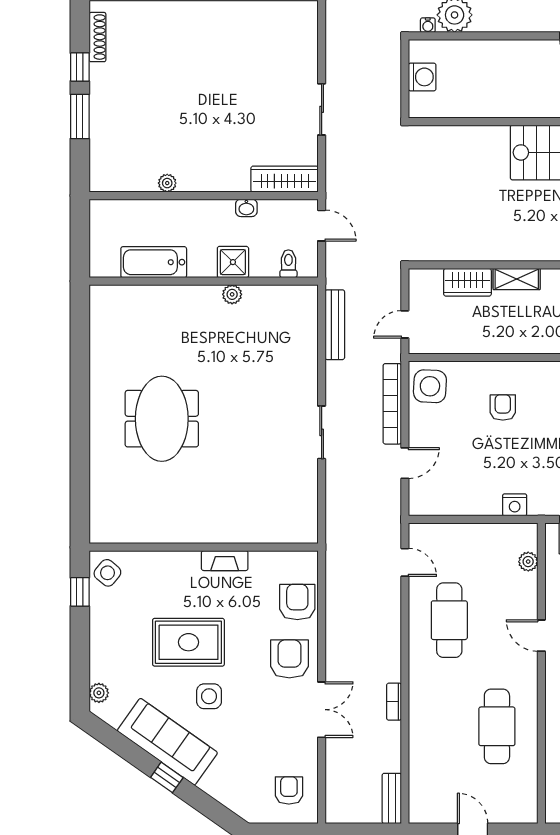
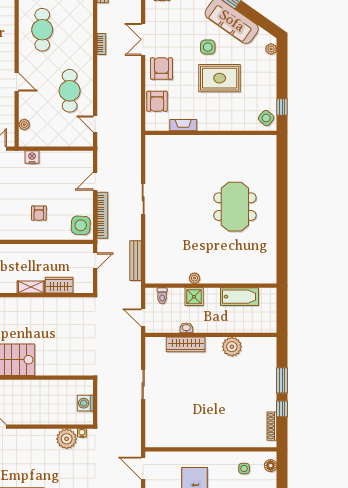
wardrobe: (285, 179) -> (186, 344), moved
plant: (167, 183) -> (232, 347), width x1.88, depth x1.88
fireplace: (225, 561) -> (183, 125), moved
armchair: (289, 659) -> (161, 69), turned 180

